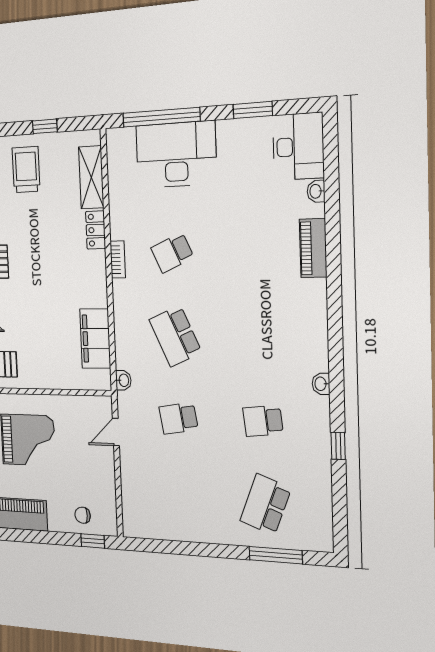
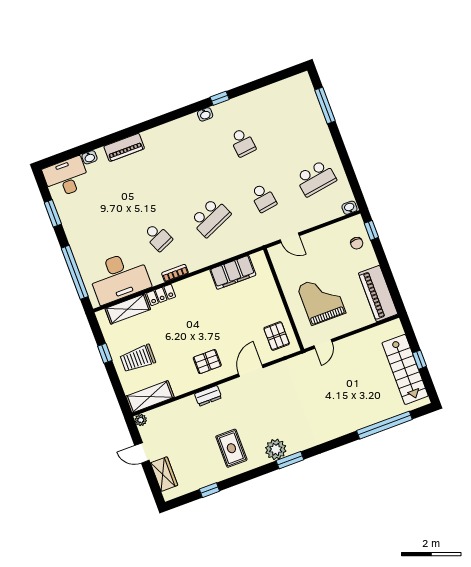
desk: (176, 155) -> (119, 277), moved, turned -90
washbasin: (123, 380) -> (349, 208), moved
window: (338, 446) -> (220, 98), moved
school desk: (265, 505) -> (316, 178), moved, turned -30

